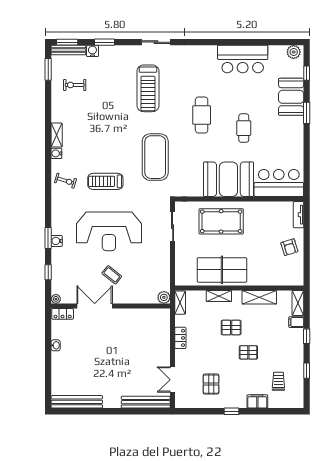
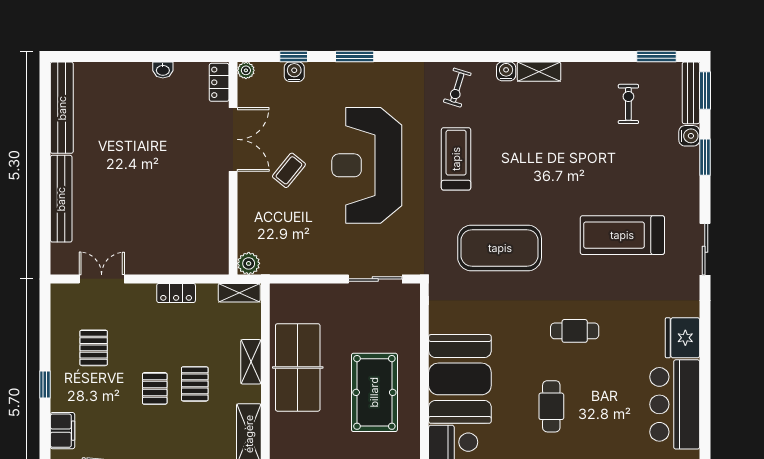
fridge: (205, 55) -> (683, 338), added
cafe table: (202, 115) -> (575, 331), width x0.73, depth x0.74
cafe table: (244, 128) -> (551, 406), turned 90
pool table: (221, 221) -> (374, 392), moved
water cooler: (57, 241) -> (294, 72), moved
pallet: (248, 352) -> (155, 389), moved
pallet: (211, 384) -> (94, 348), turned 90
bench: (146, 402) -> (61, 199), moved

